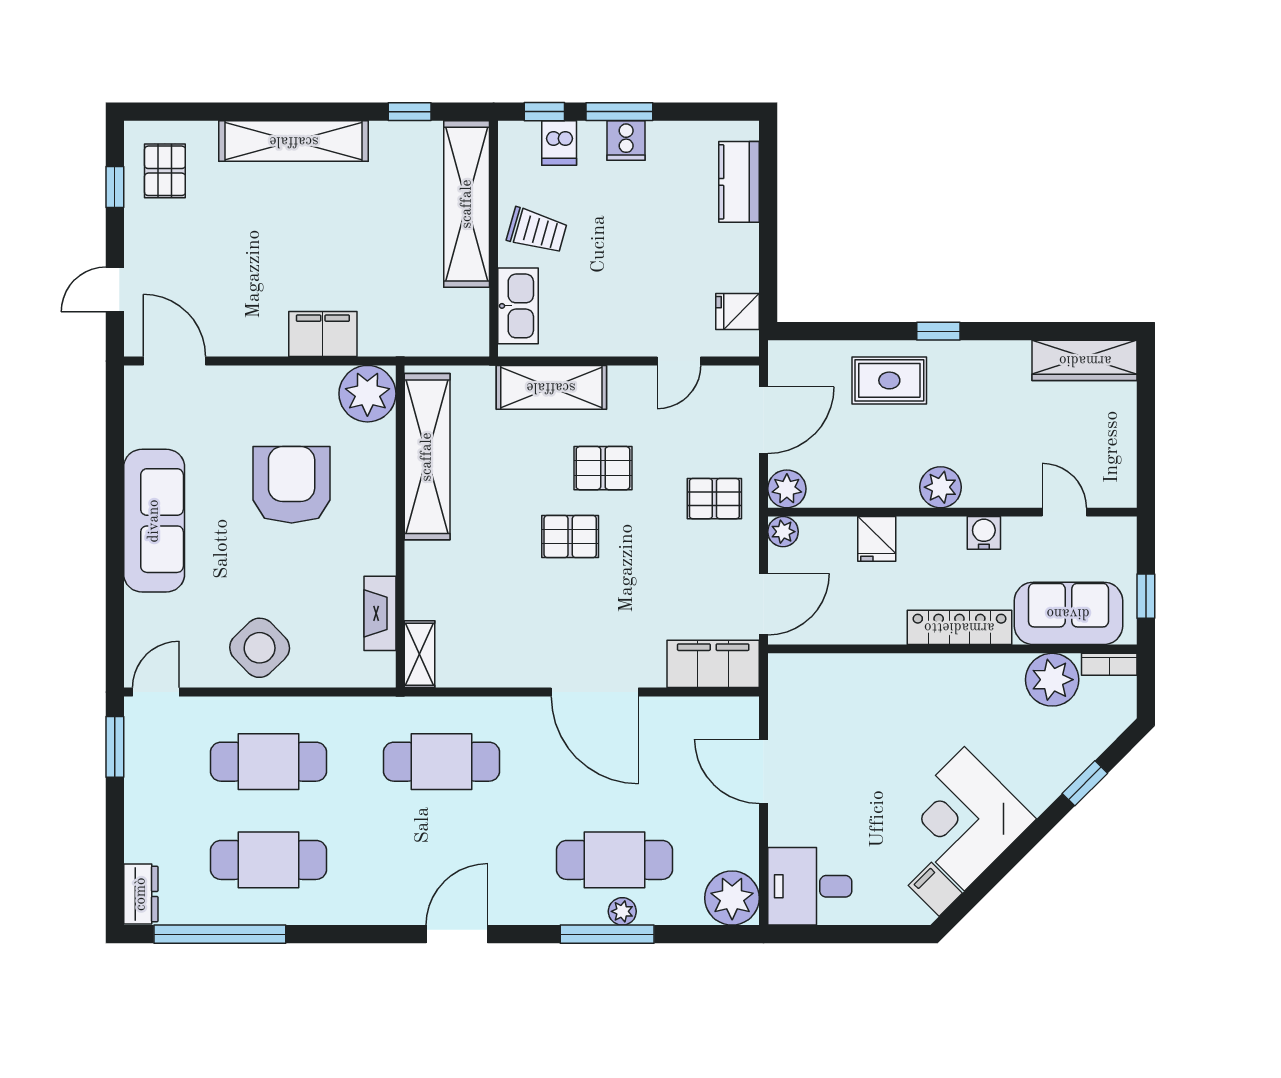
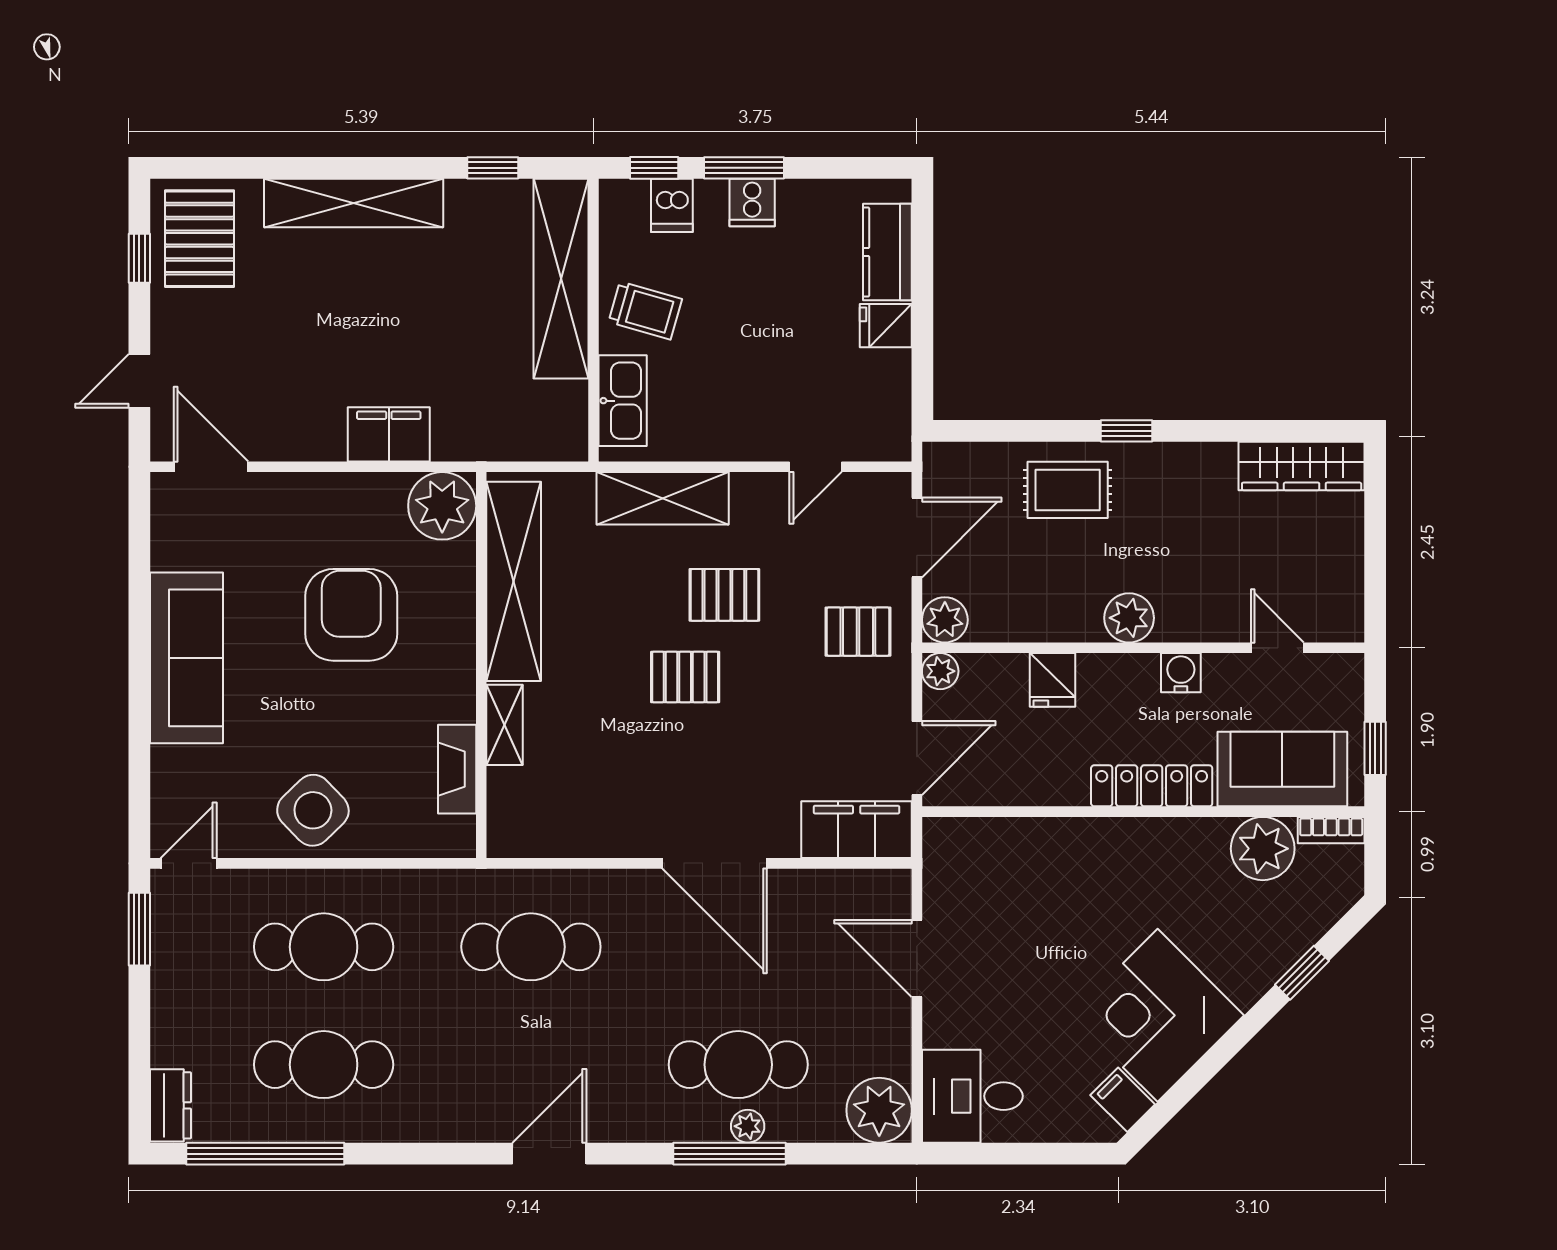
pallet: (165, 171) -> (200, 239), width x1.50, depth x1.42
fridge: (738, 312) -> (886, 326), moved
shelving: (420, 654) -> (505, 725), moved

